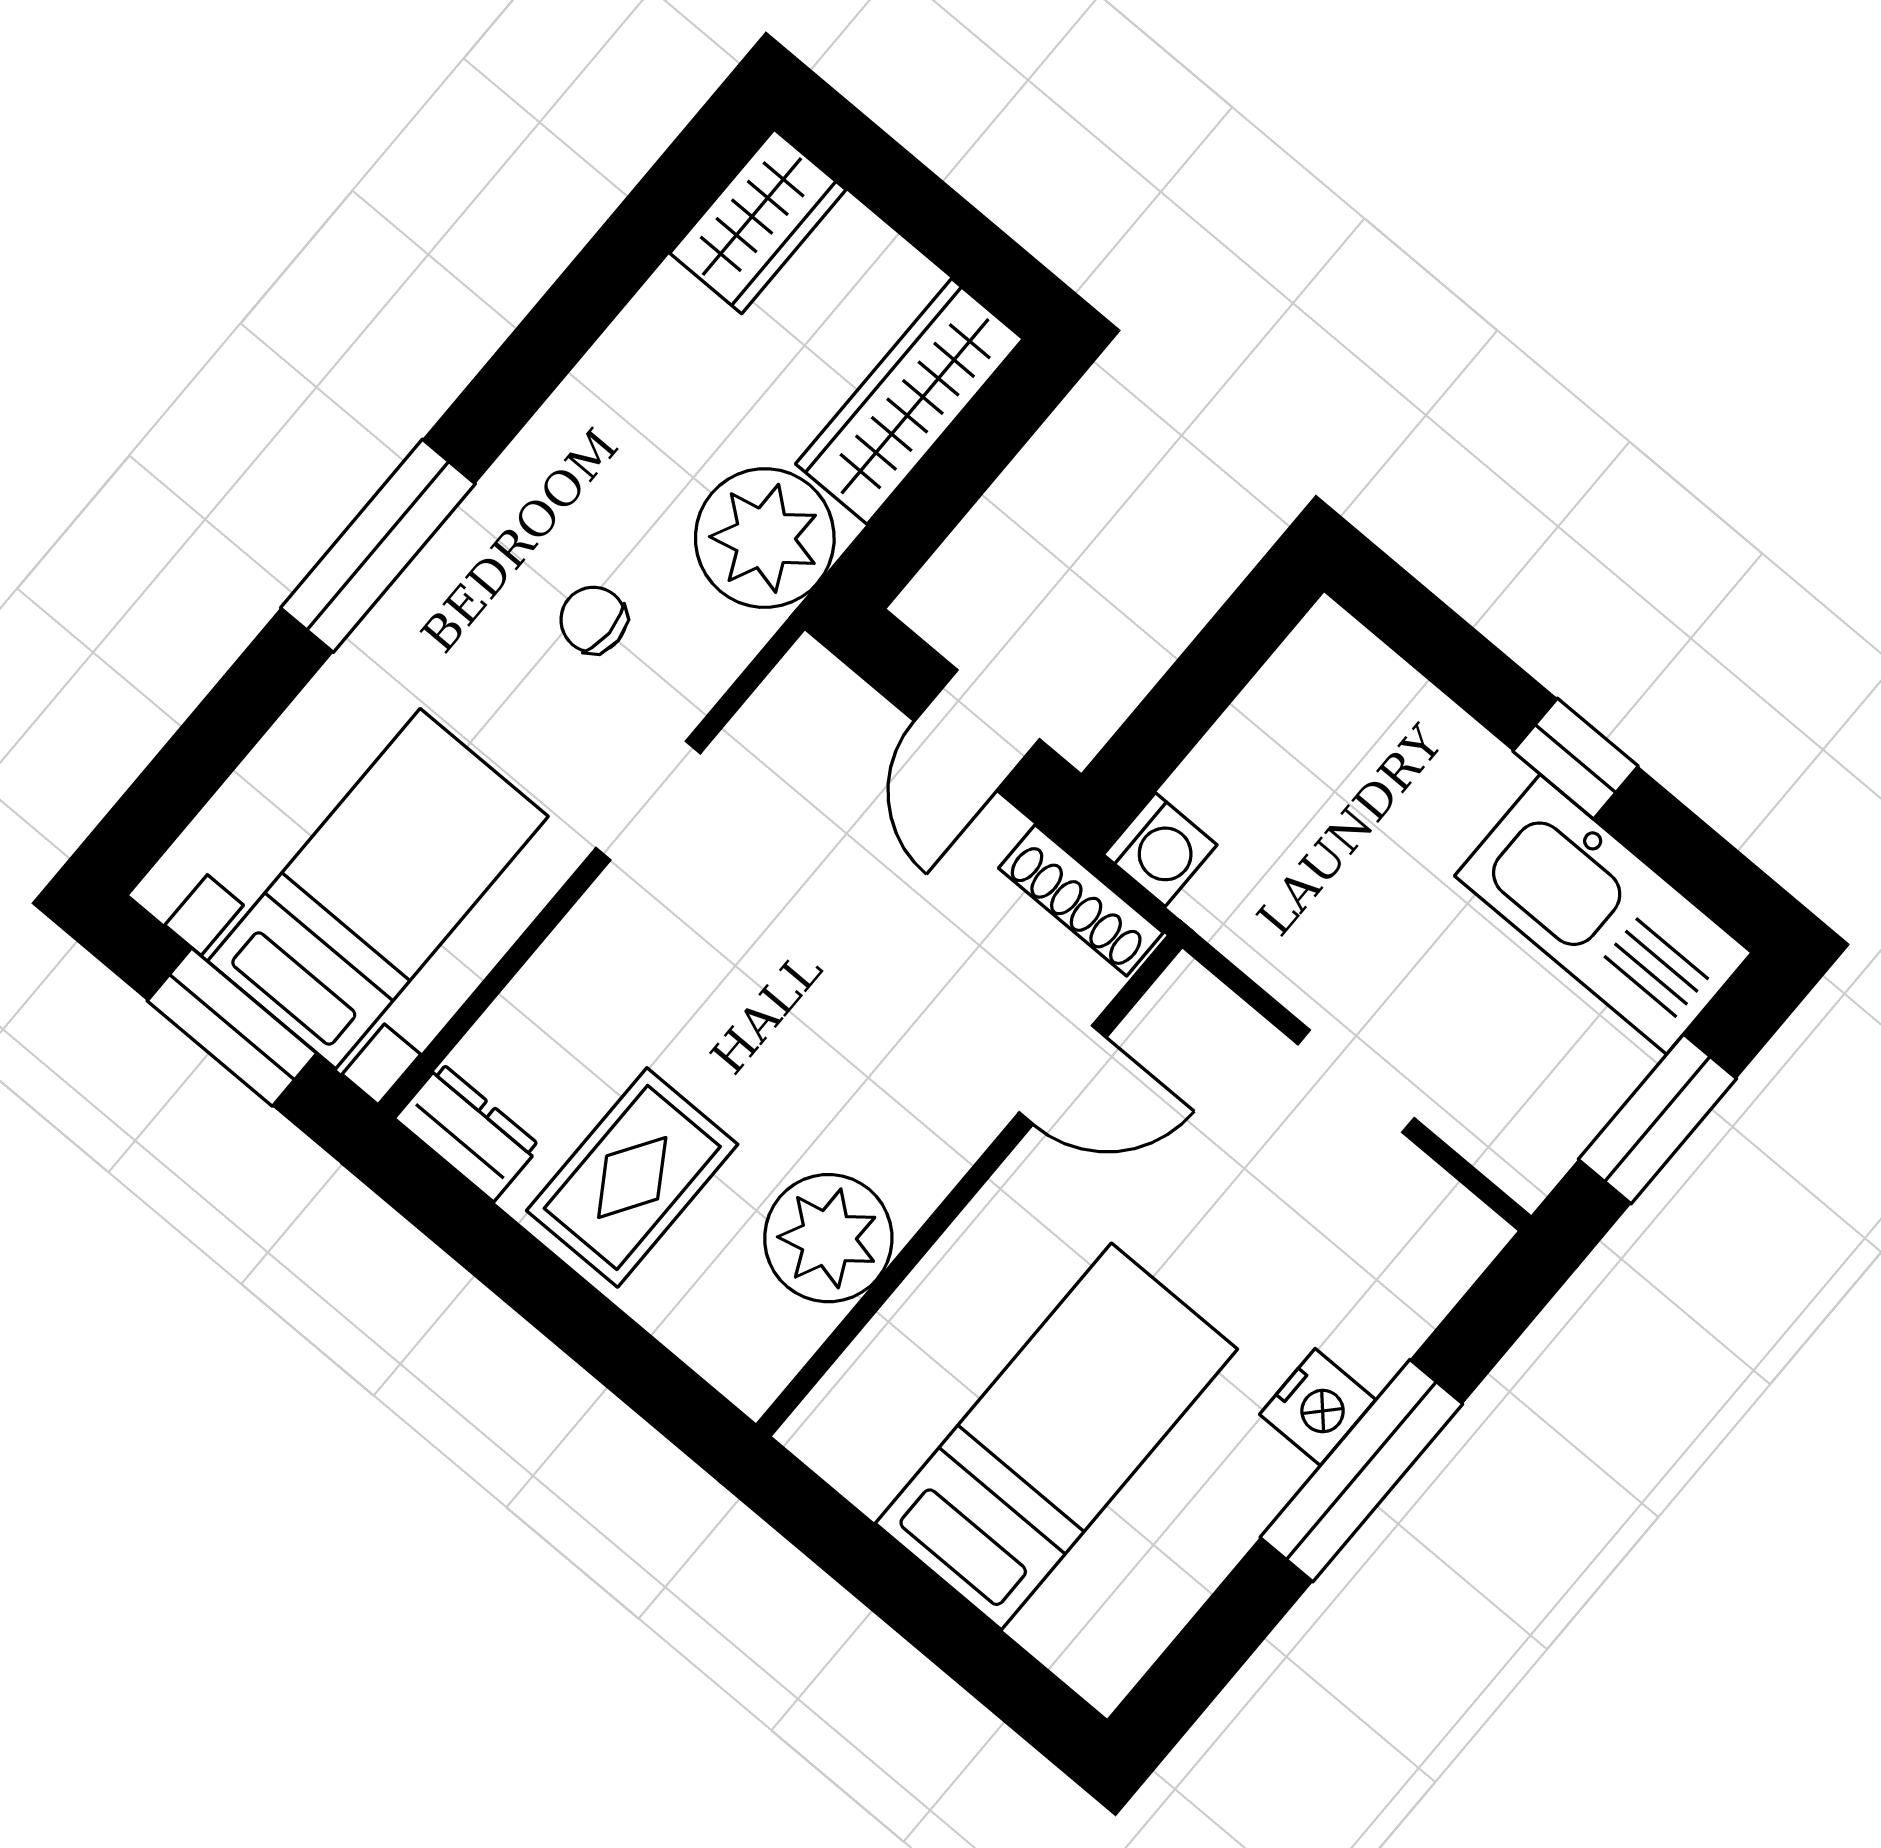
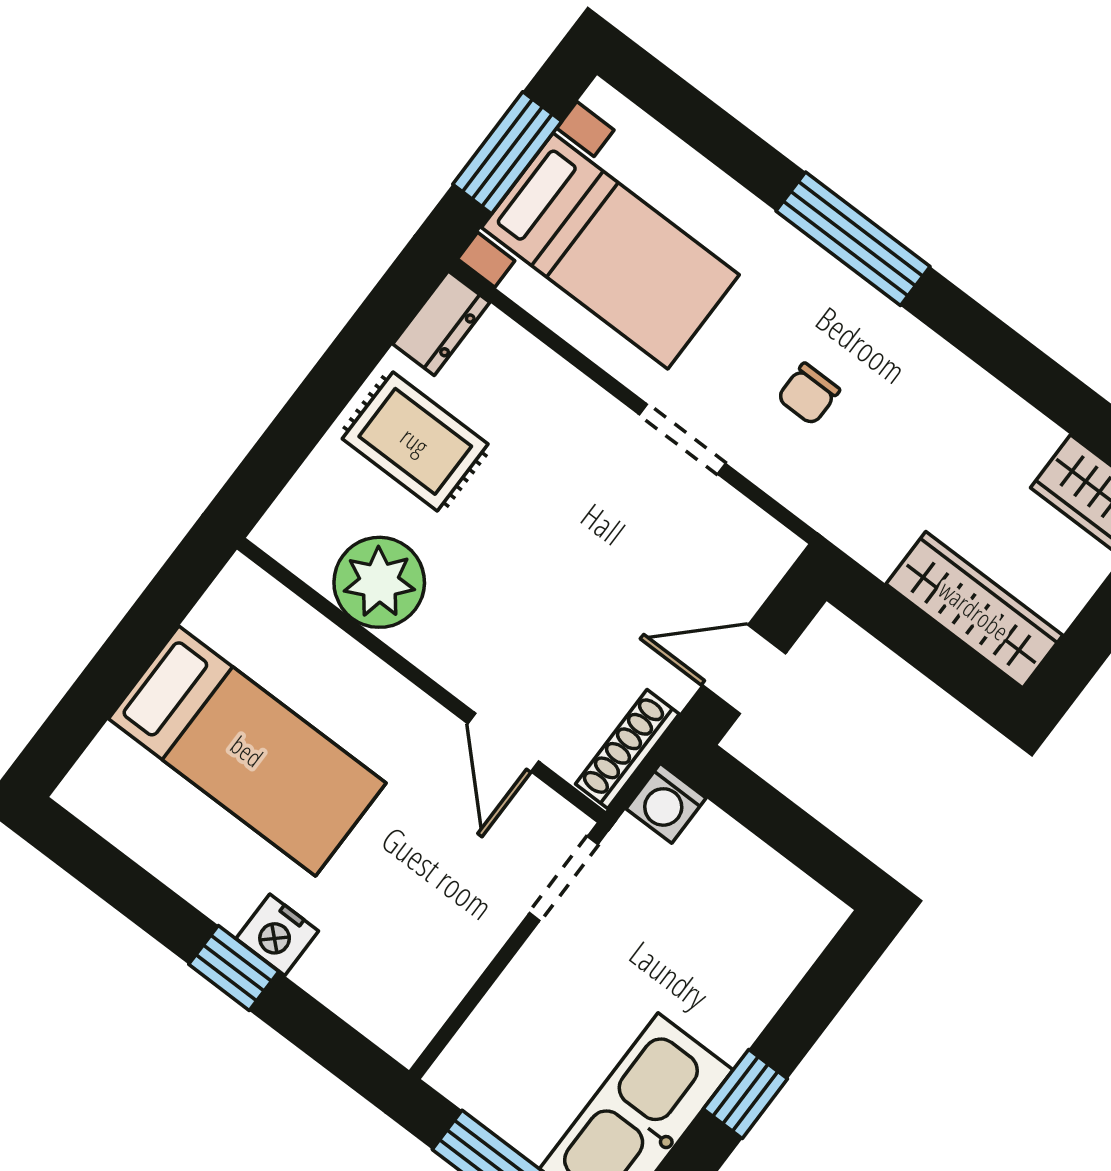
plant: (765, 538) -> (872, 512), removed
chair: (593, 620) -> (808, 394), turned 180
doorway: (1356, 1081) -> (564, 879), moved
window: (1361, 1471) -> (234, 968), width x0.46

